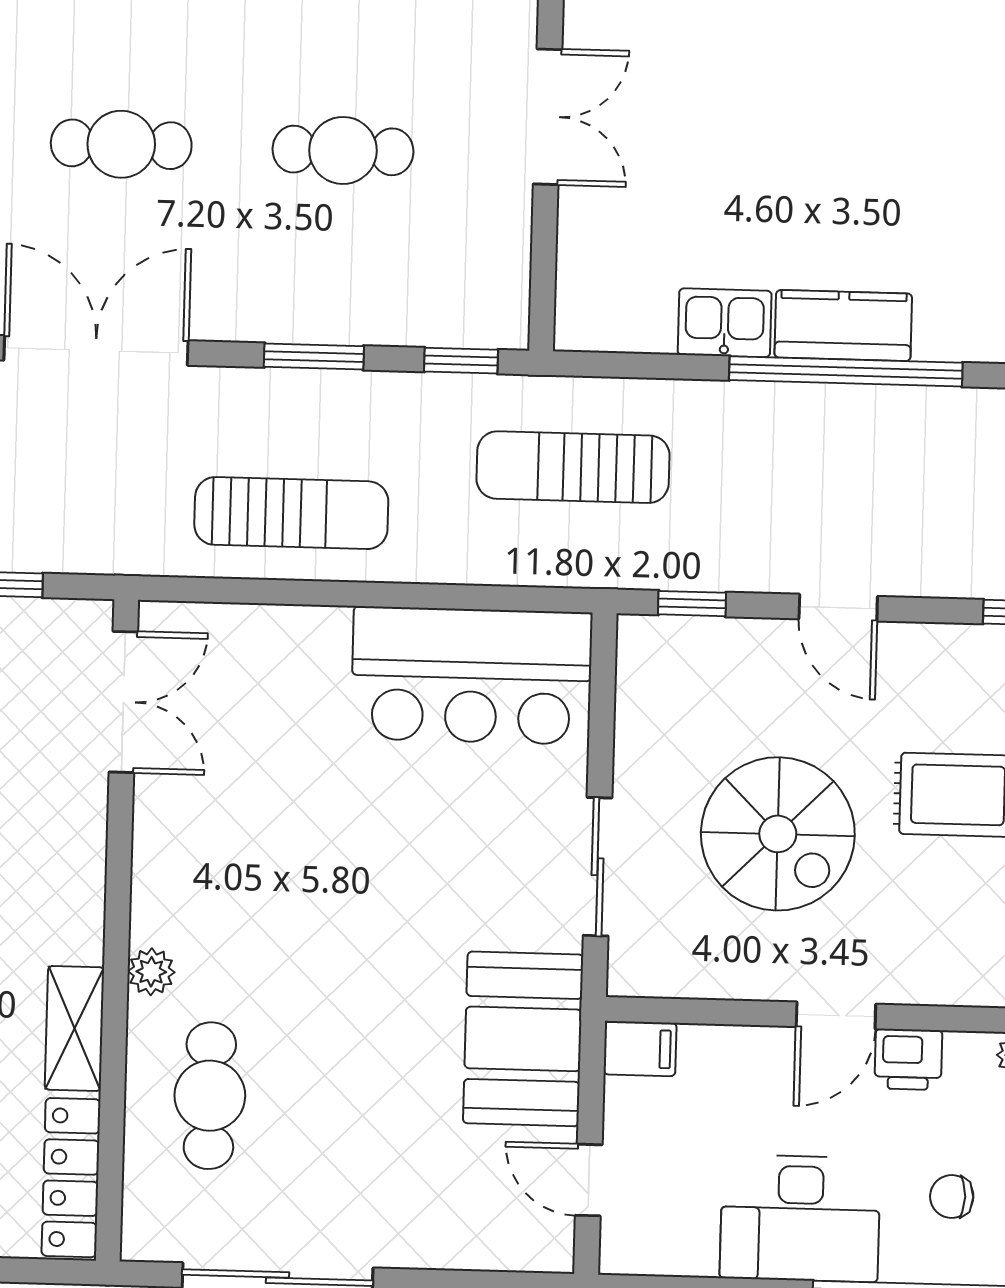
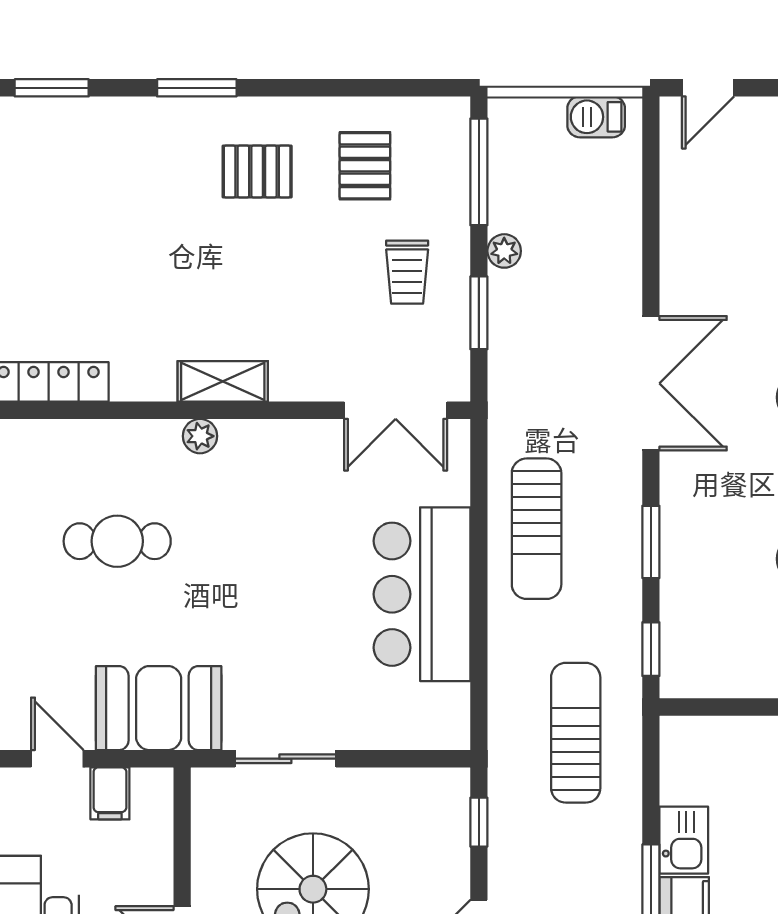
bar counter: (472, 676) -> (422, 594), moved
shelving: (74, 1028) -> (223, 381), moved
filing cabinet: (640, 1049) -> (110, 793), moved
cafe table: (210, 1096) -> (117, 541), moved
door: (589, 1180) -> (57, 759), hinge flipped

